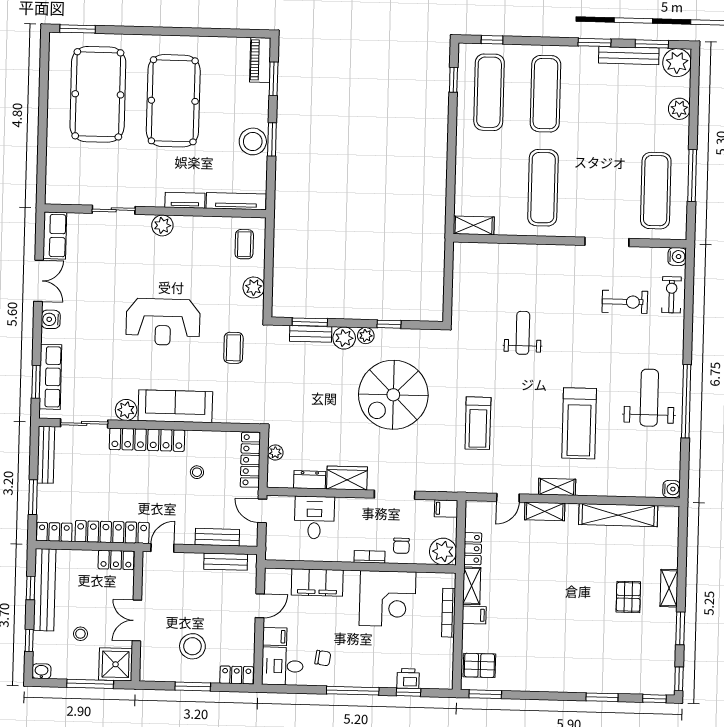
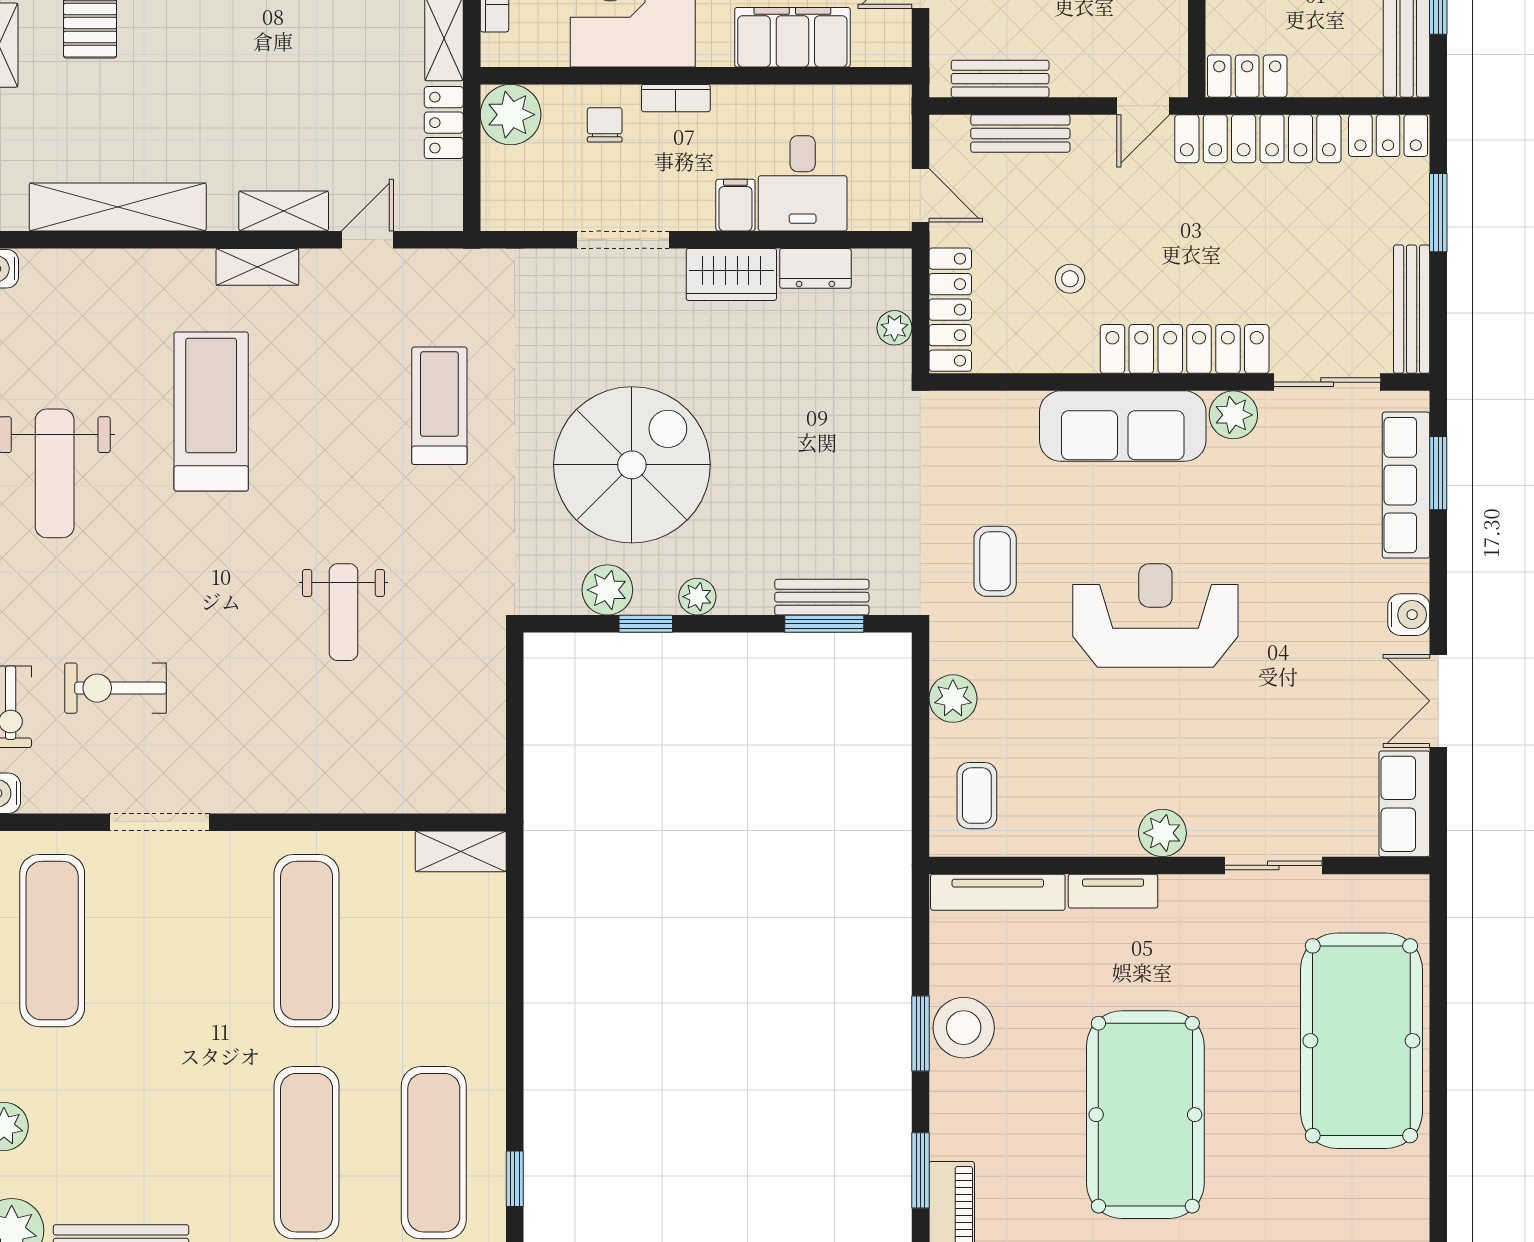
pool table: (98, 94) -> (1361, 1041), moved
plant: (344, 338) -> (607, 590), moved
filing cabinet: (446, 508) -> (735, 205), moved, turned -90

